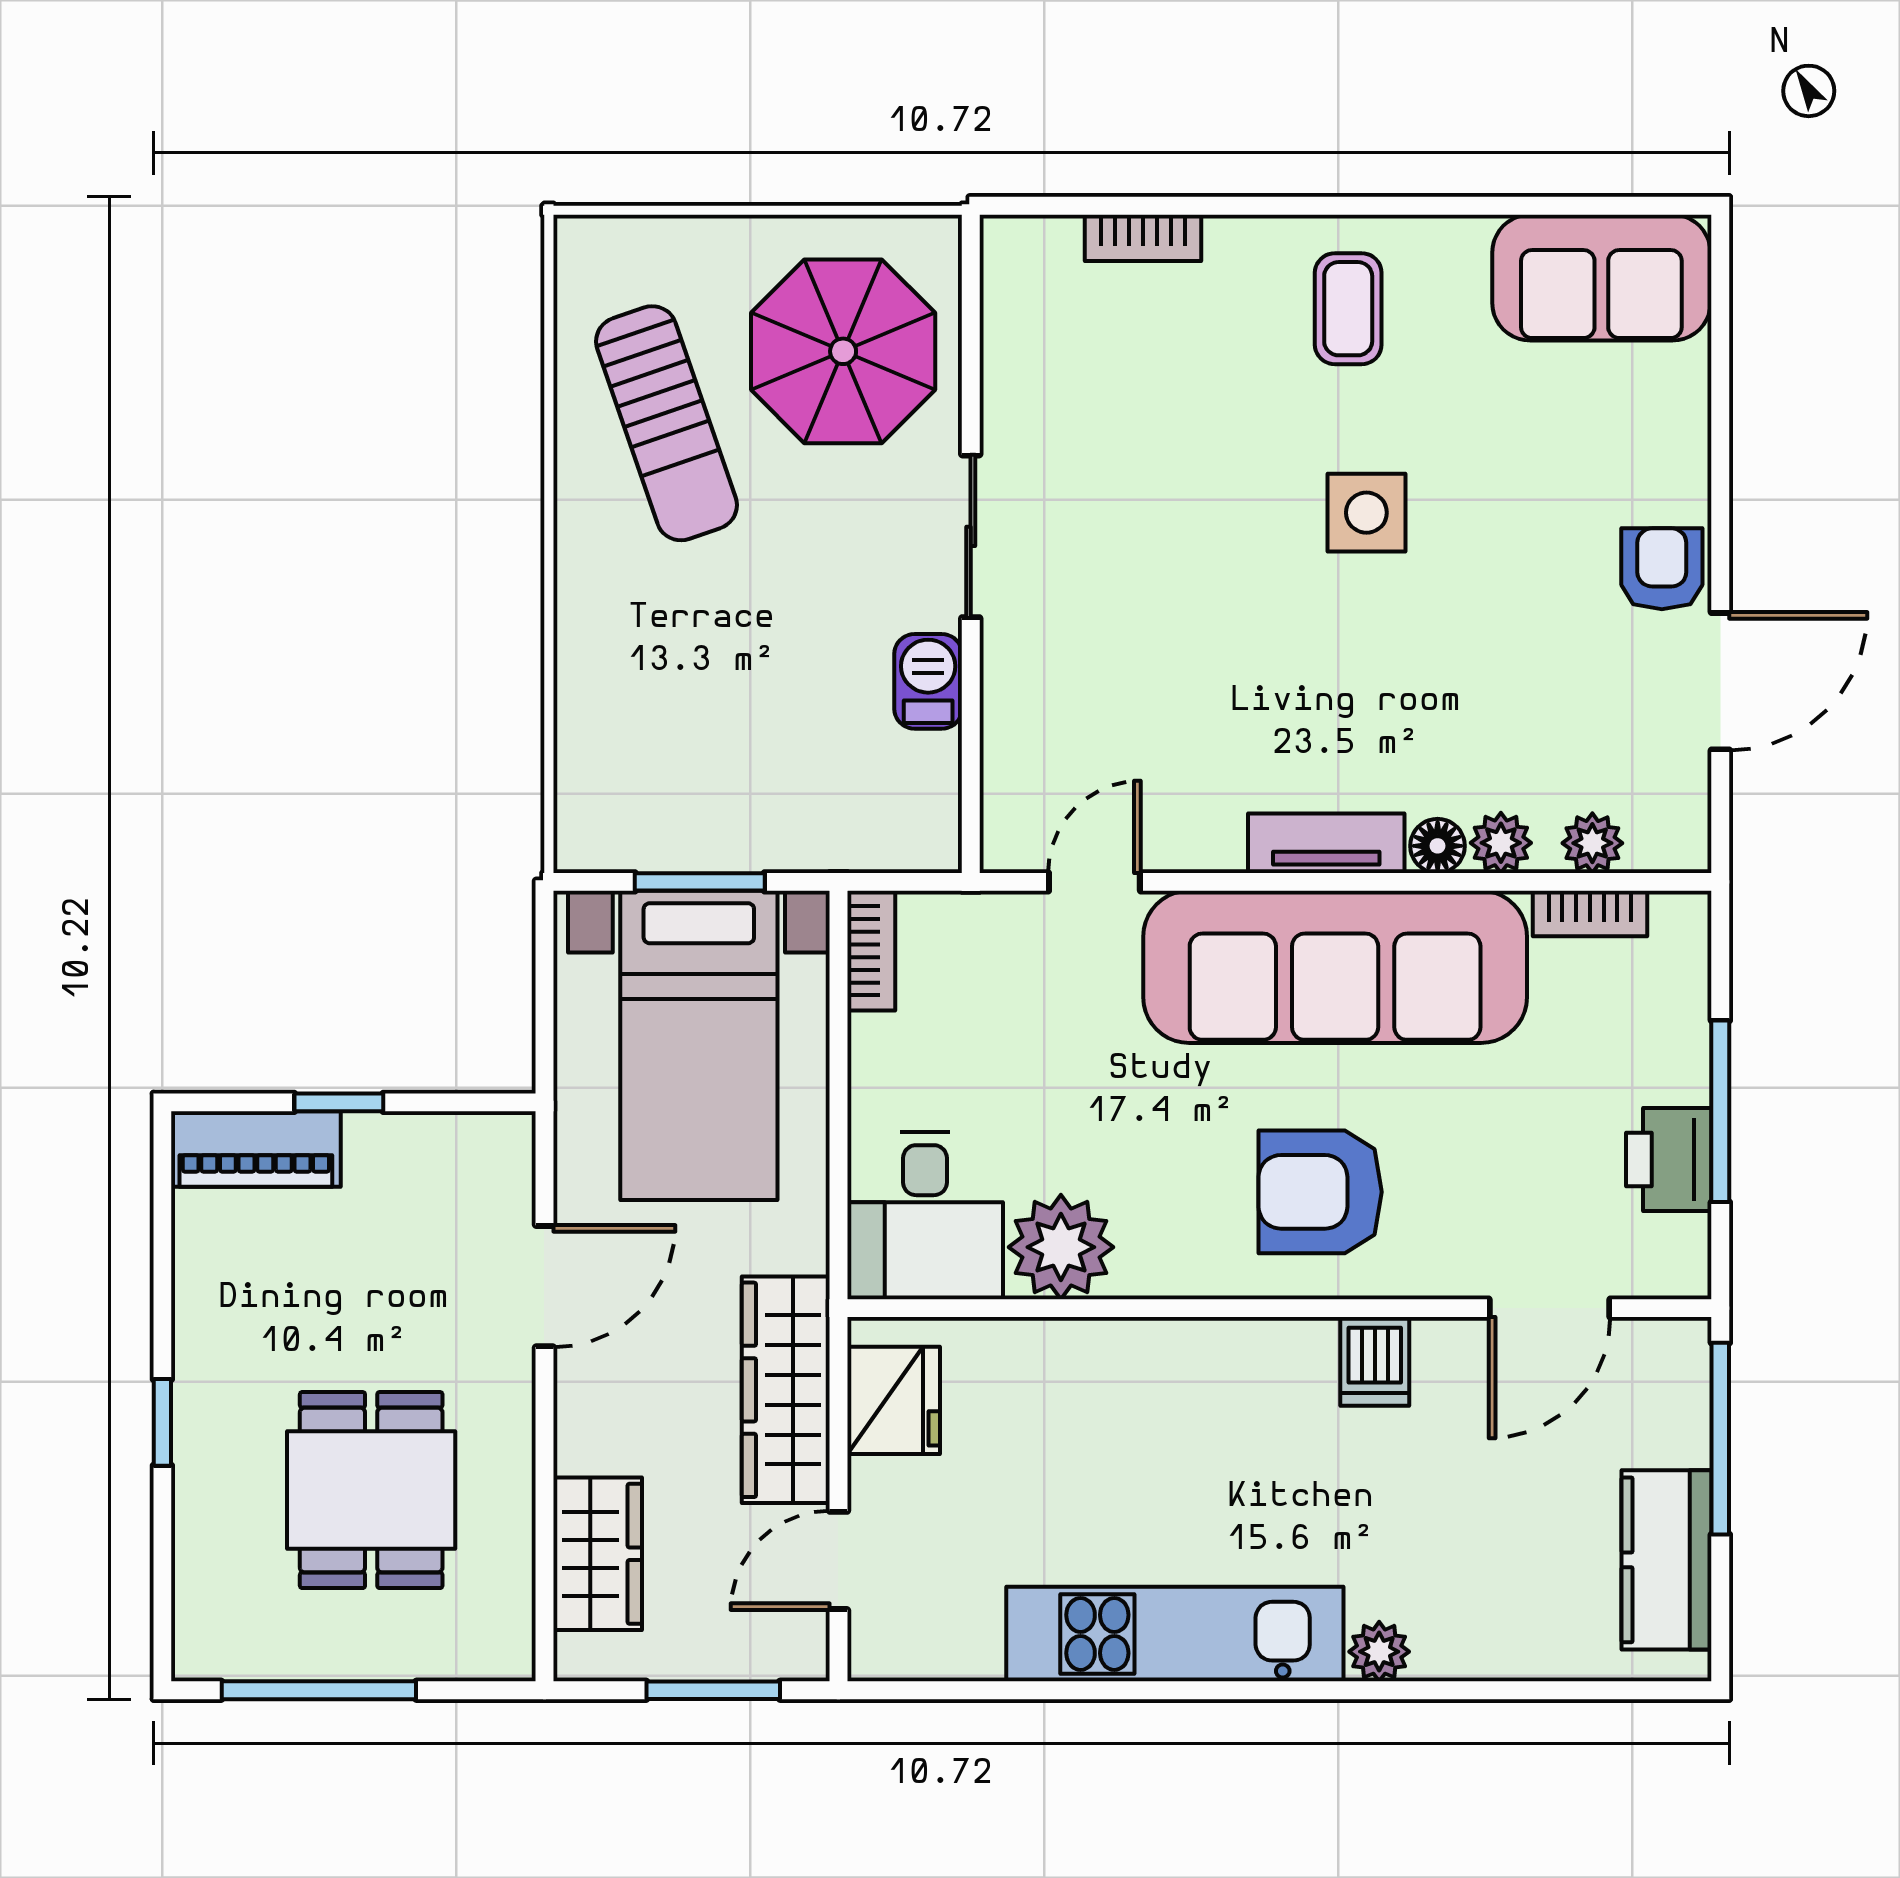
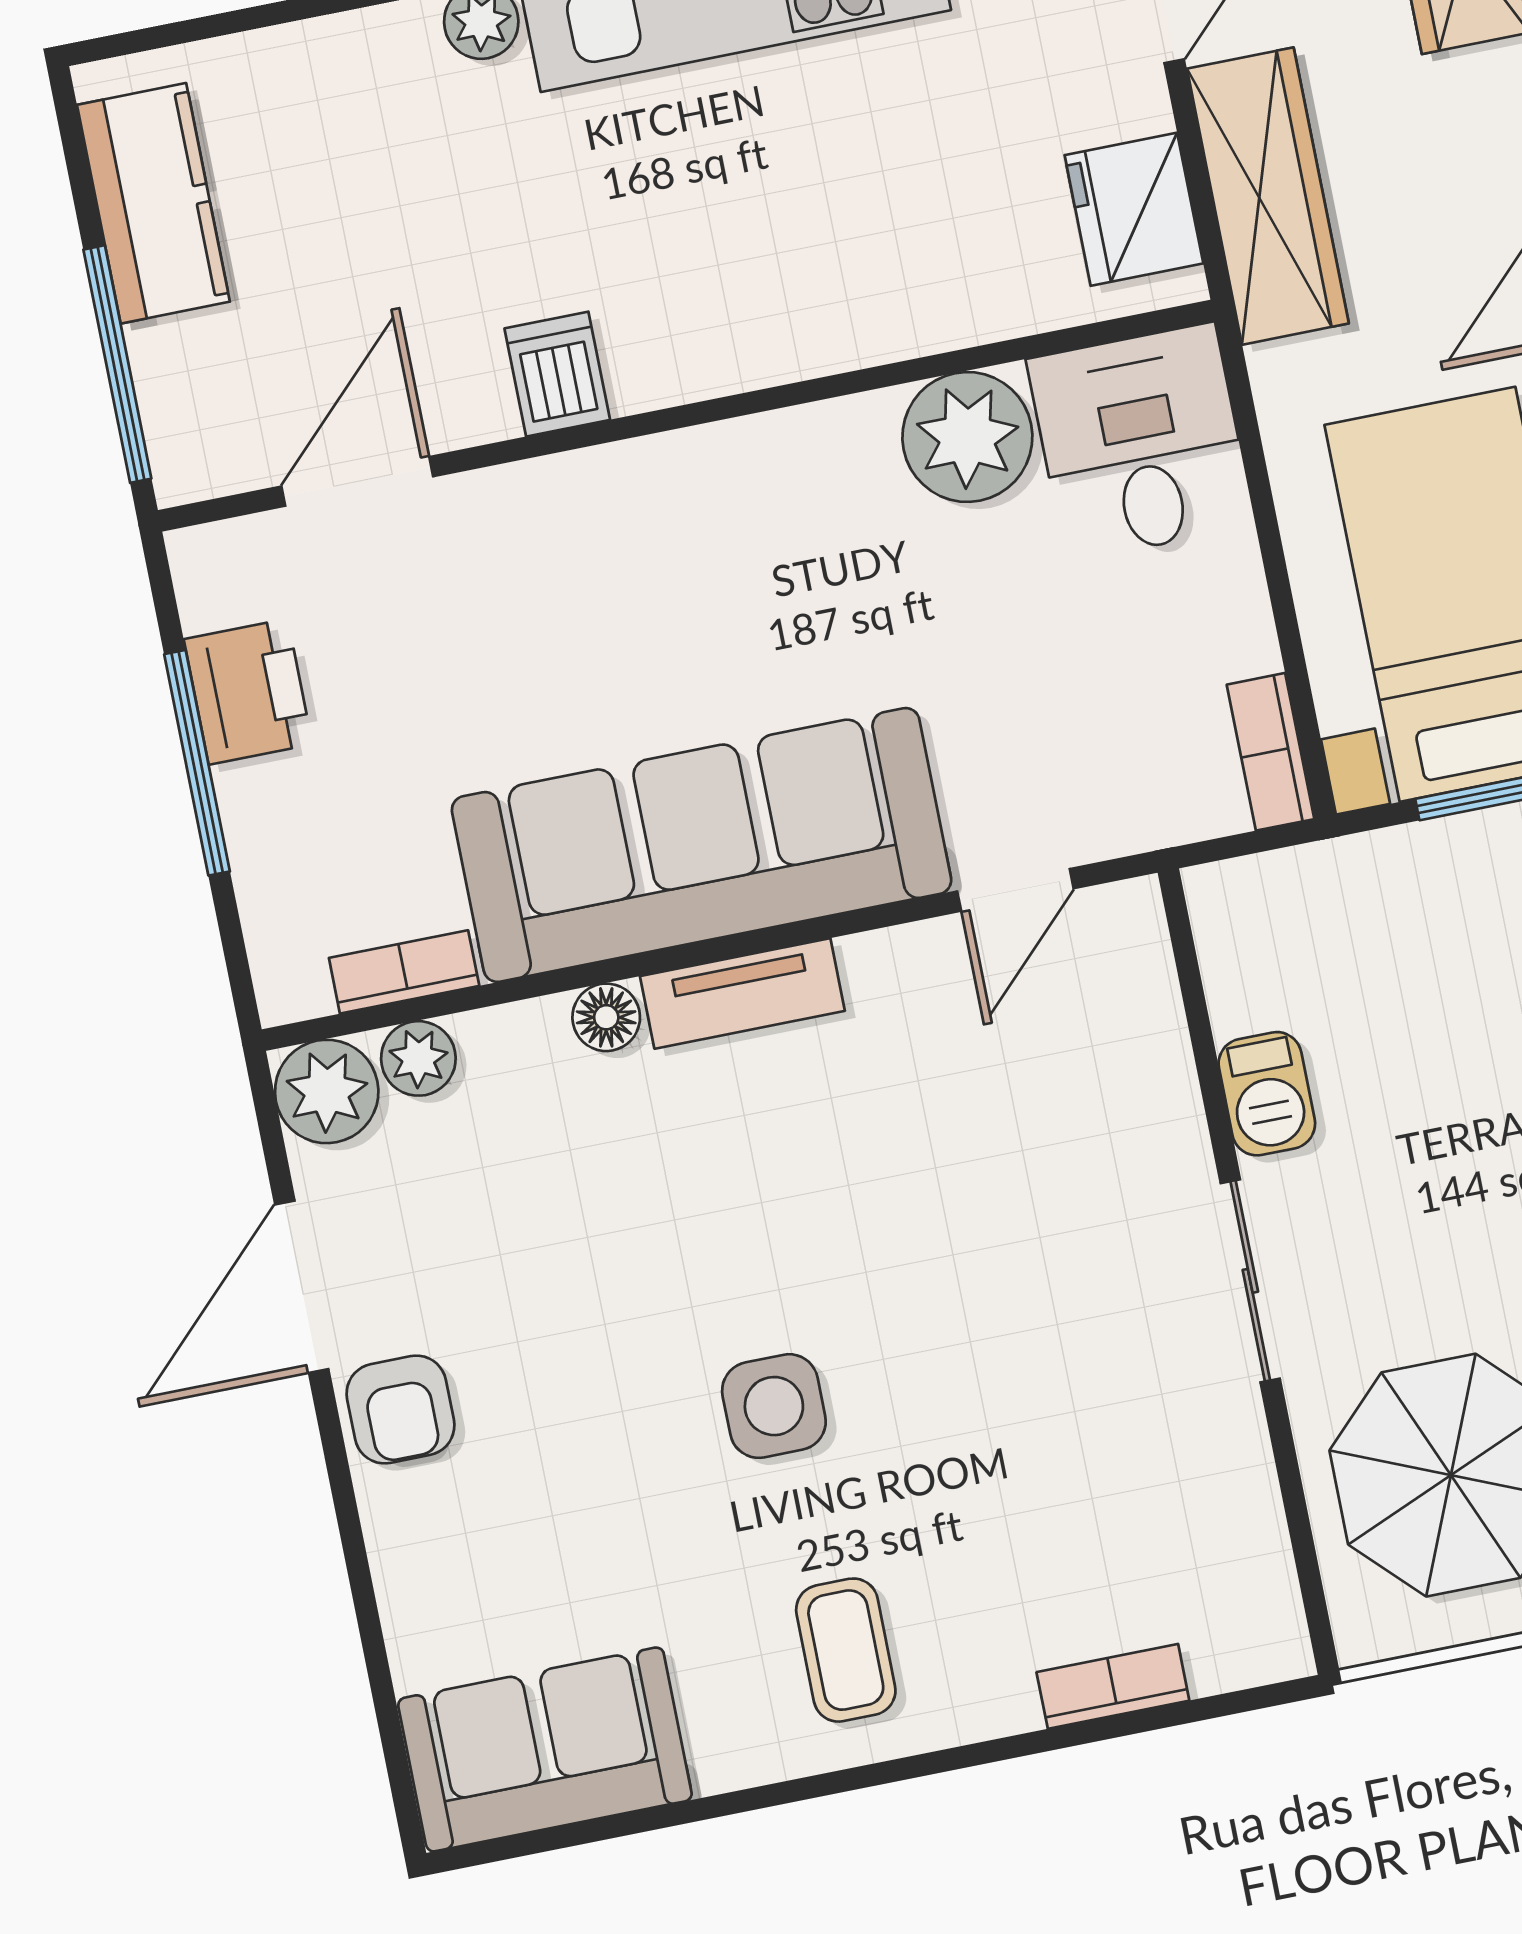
plant: (1501, 843) -> (327, 1091), moved, width x1.38, depth x1.38
armchair: (1320, 1192) -> (665, 567), removed

